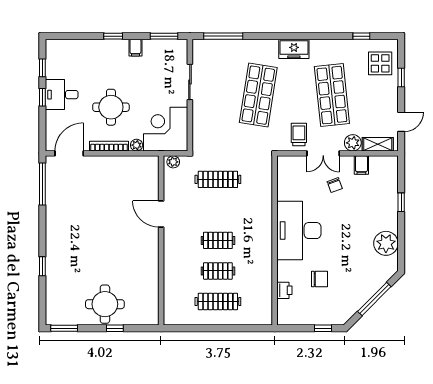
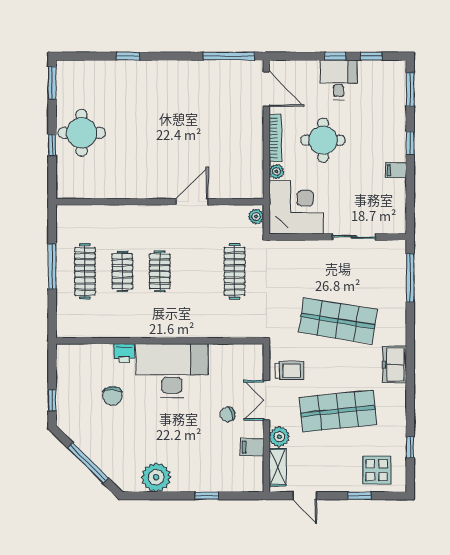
window: (164, 36) -> (410, 89), moved
printer: (284, 290) -> (124, 353), moved
window: (214, 328) -> (52, 266), added

